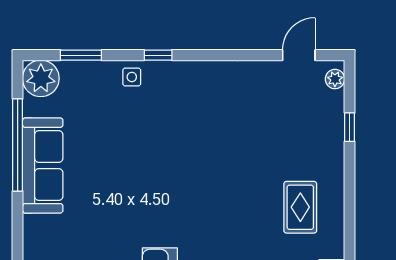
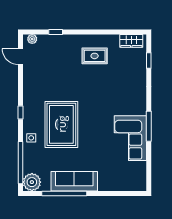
window: (81, 55) -> (21, 163), width x2.11
window: (158, 55) -> (21, 112), moved
rug: (159, 139) -> (61, 124), added

